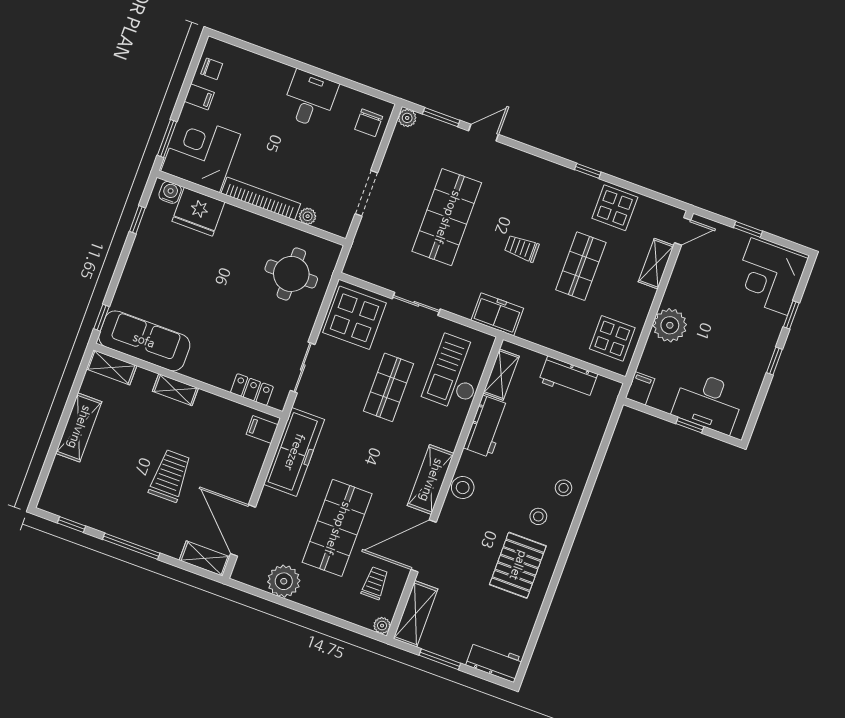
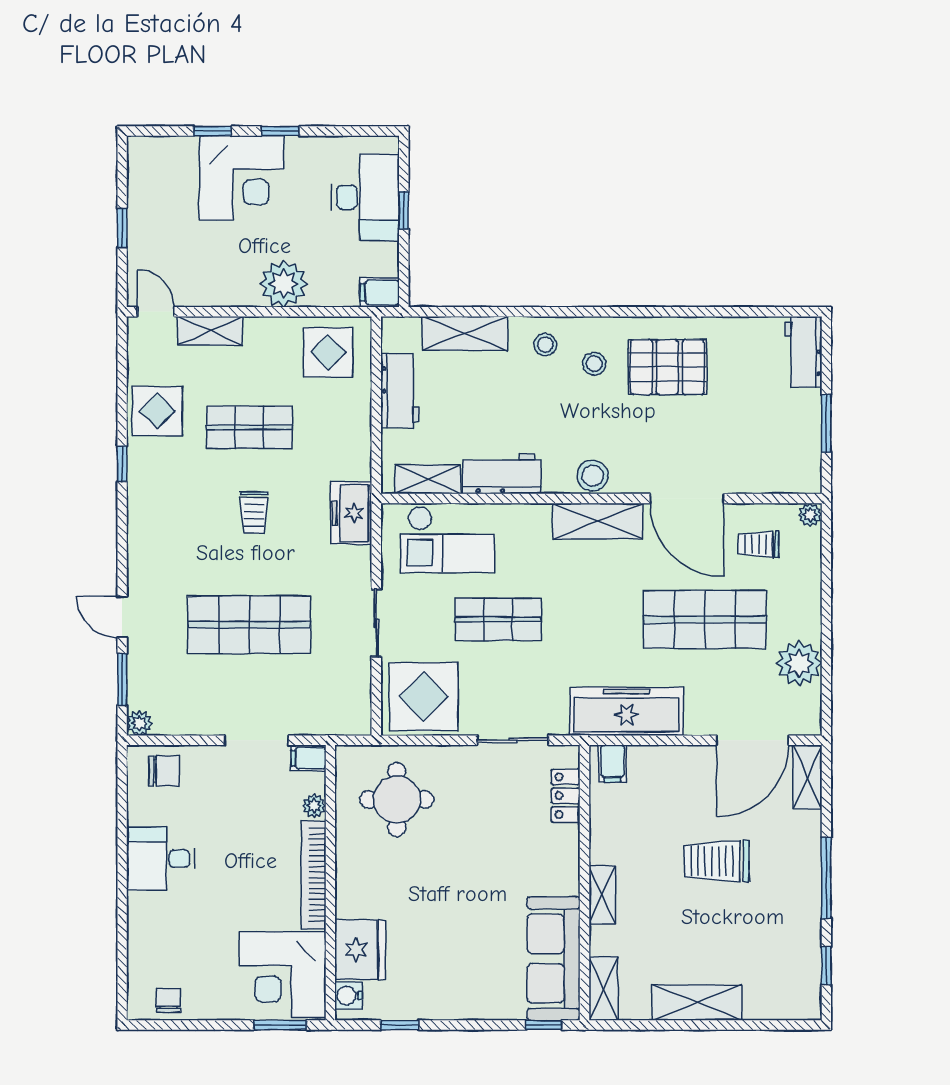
filing cabinet: (199, 97) -> (308, 758), moved, turned -90
corner desk: (769, 276) -> (242, 178), moved
shelving: (416, 614) -> (465, 333), moved

